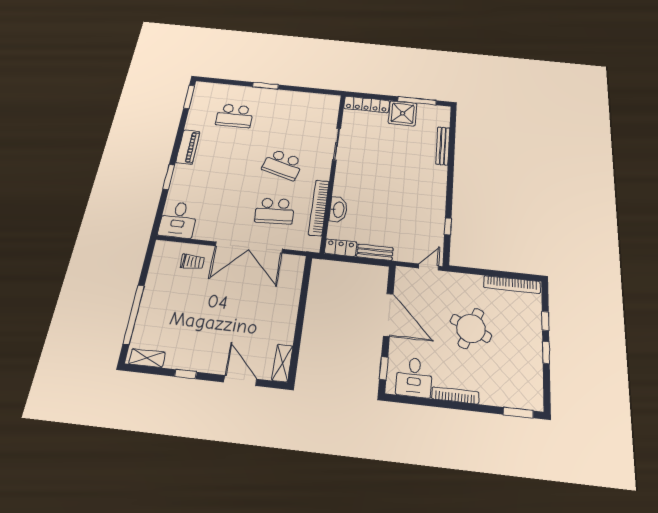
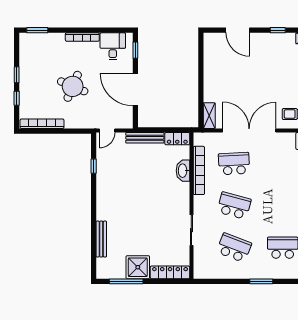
school desk: (290, 121) -> (234, 248), added
bench: (375, 252) -> (145, 138), width x1.36
shelving: (282, 363) -> (209, 116), moved

